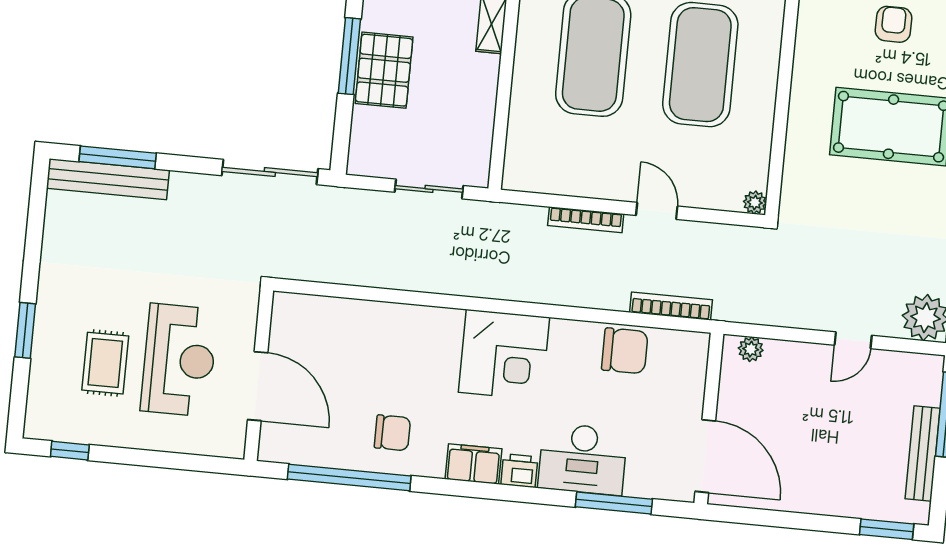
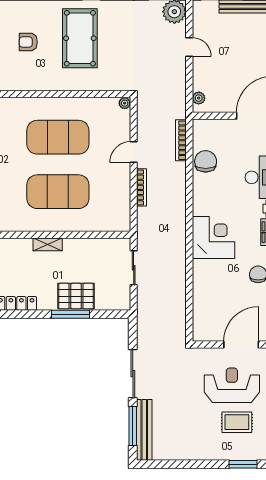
sliding door: (270, 172) -> (133, 374), moved
window: (25, 330) -> (243, 464), moved
corner desk: (504, 355) -> (213, 237), moved

